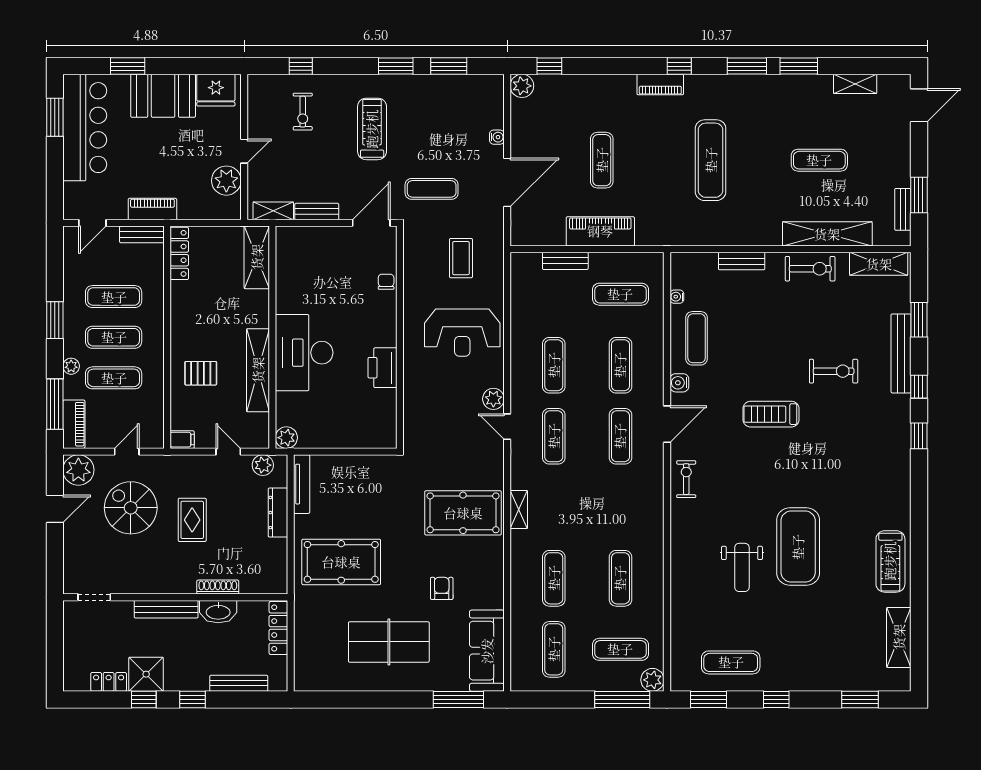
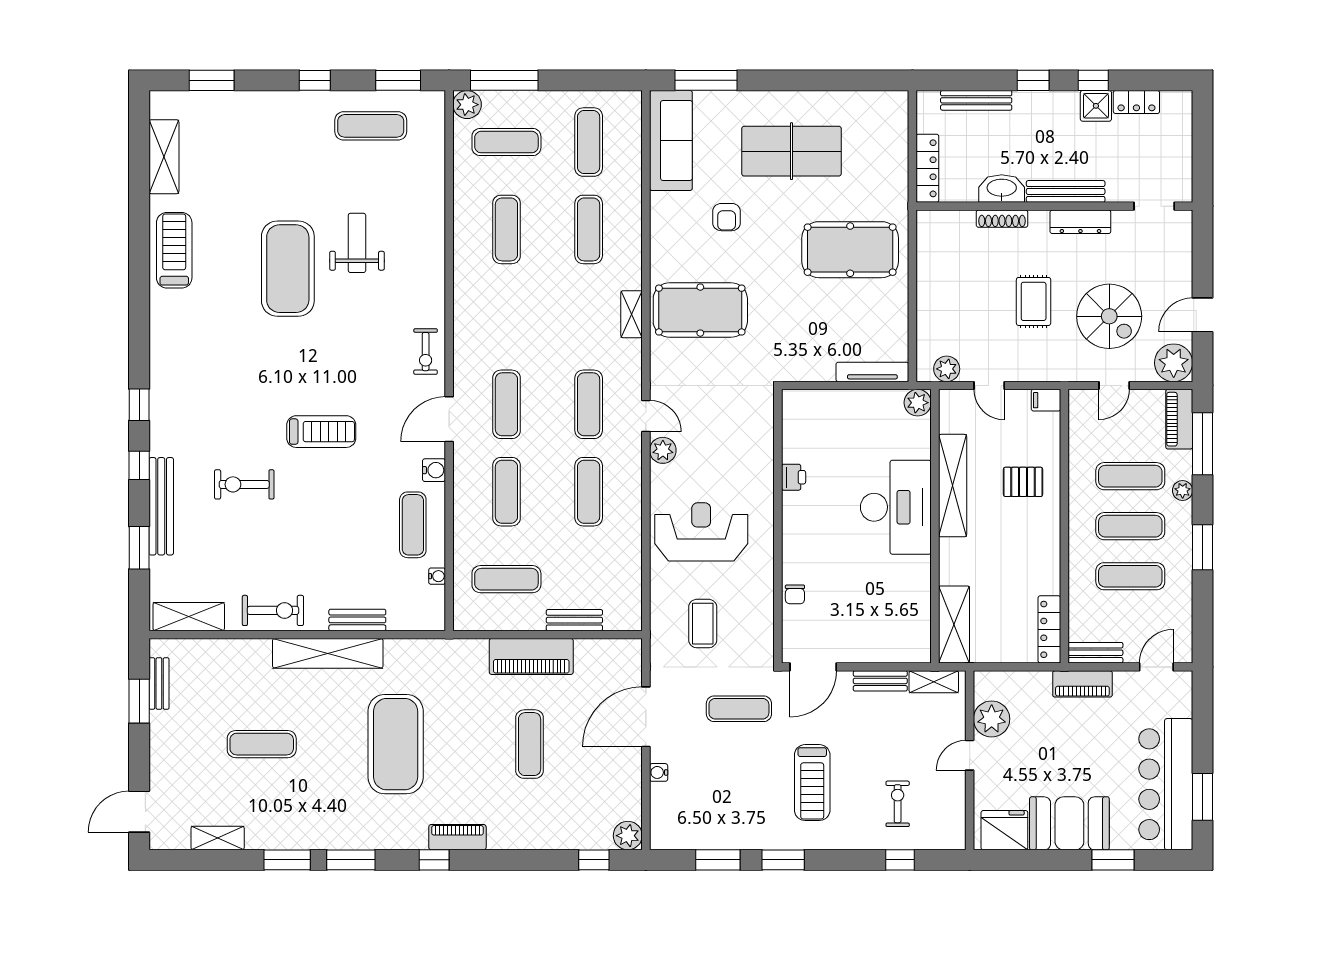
exercise mat: (711, 160) -> (396, 744), width x1.47
shelving: (827, 234) -> (328, 653), moved
exercise bike: (810, 269) -> (273, 610), turned 180
printer: (383, 368) -> (794, 477), width x0.53, depth x0.68
tv unit: (302, 484) -> (872, 372), moved, turned 90
dresser: (278, 513) -> (1080, 222), moved, turned 90
shower: (146, 674) -> (1096, 106), width x0.73, depth x0.73

